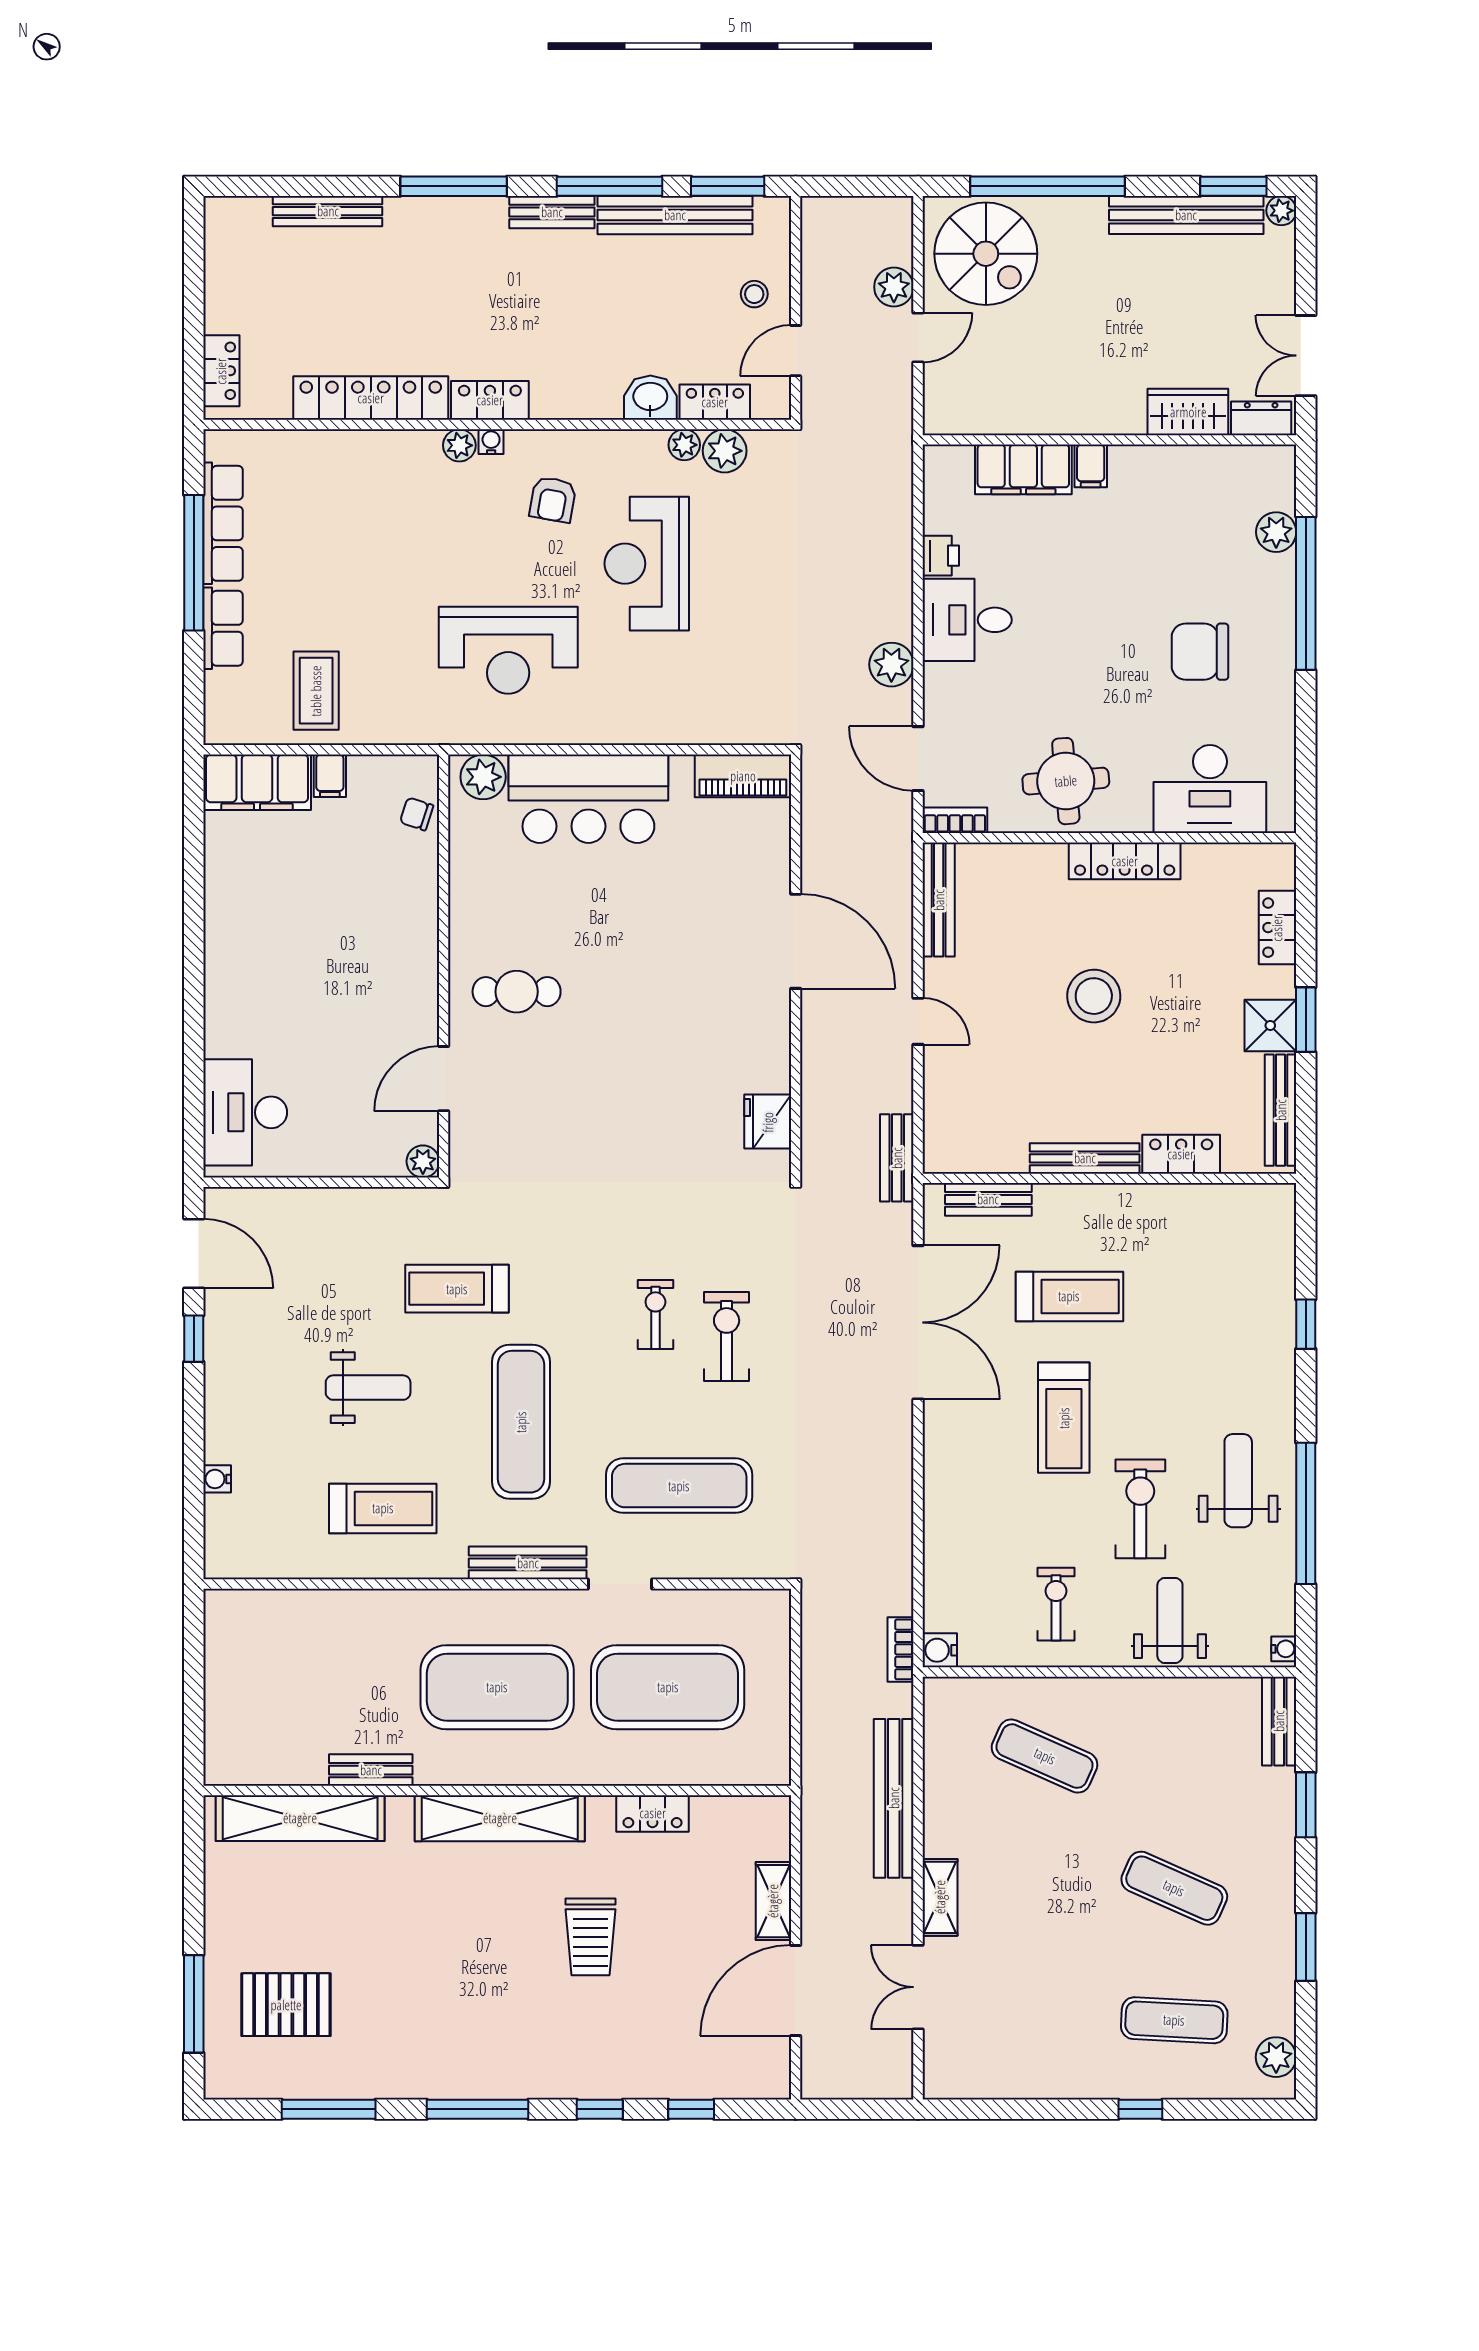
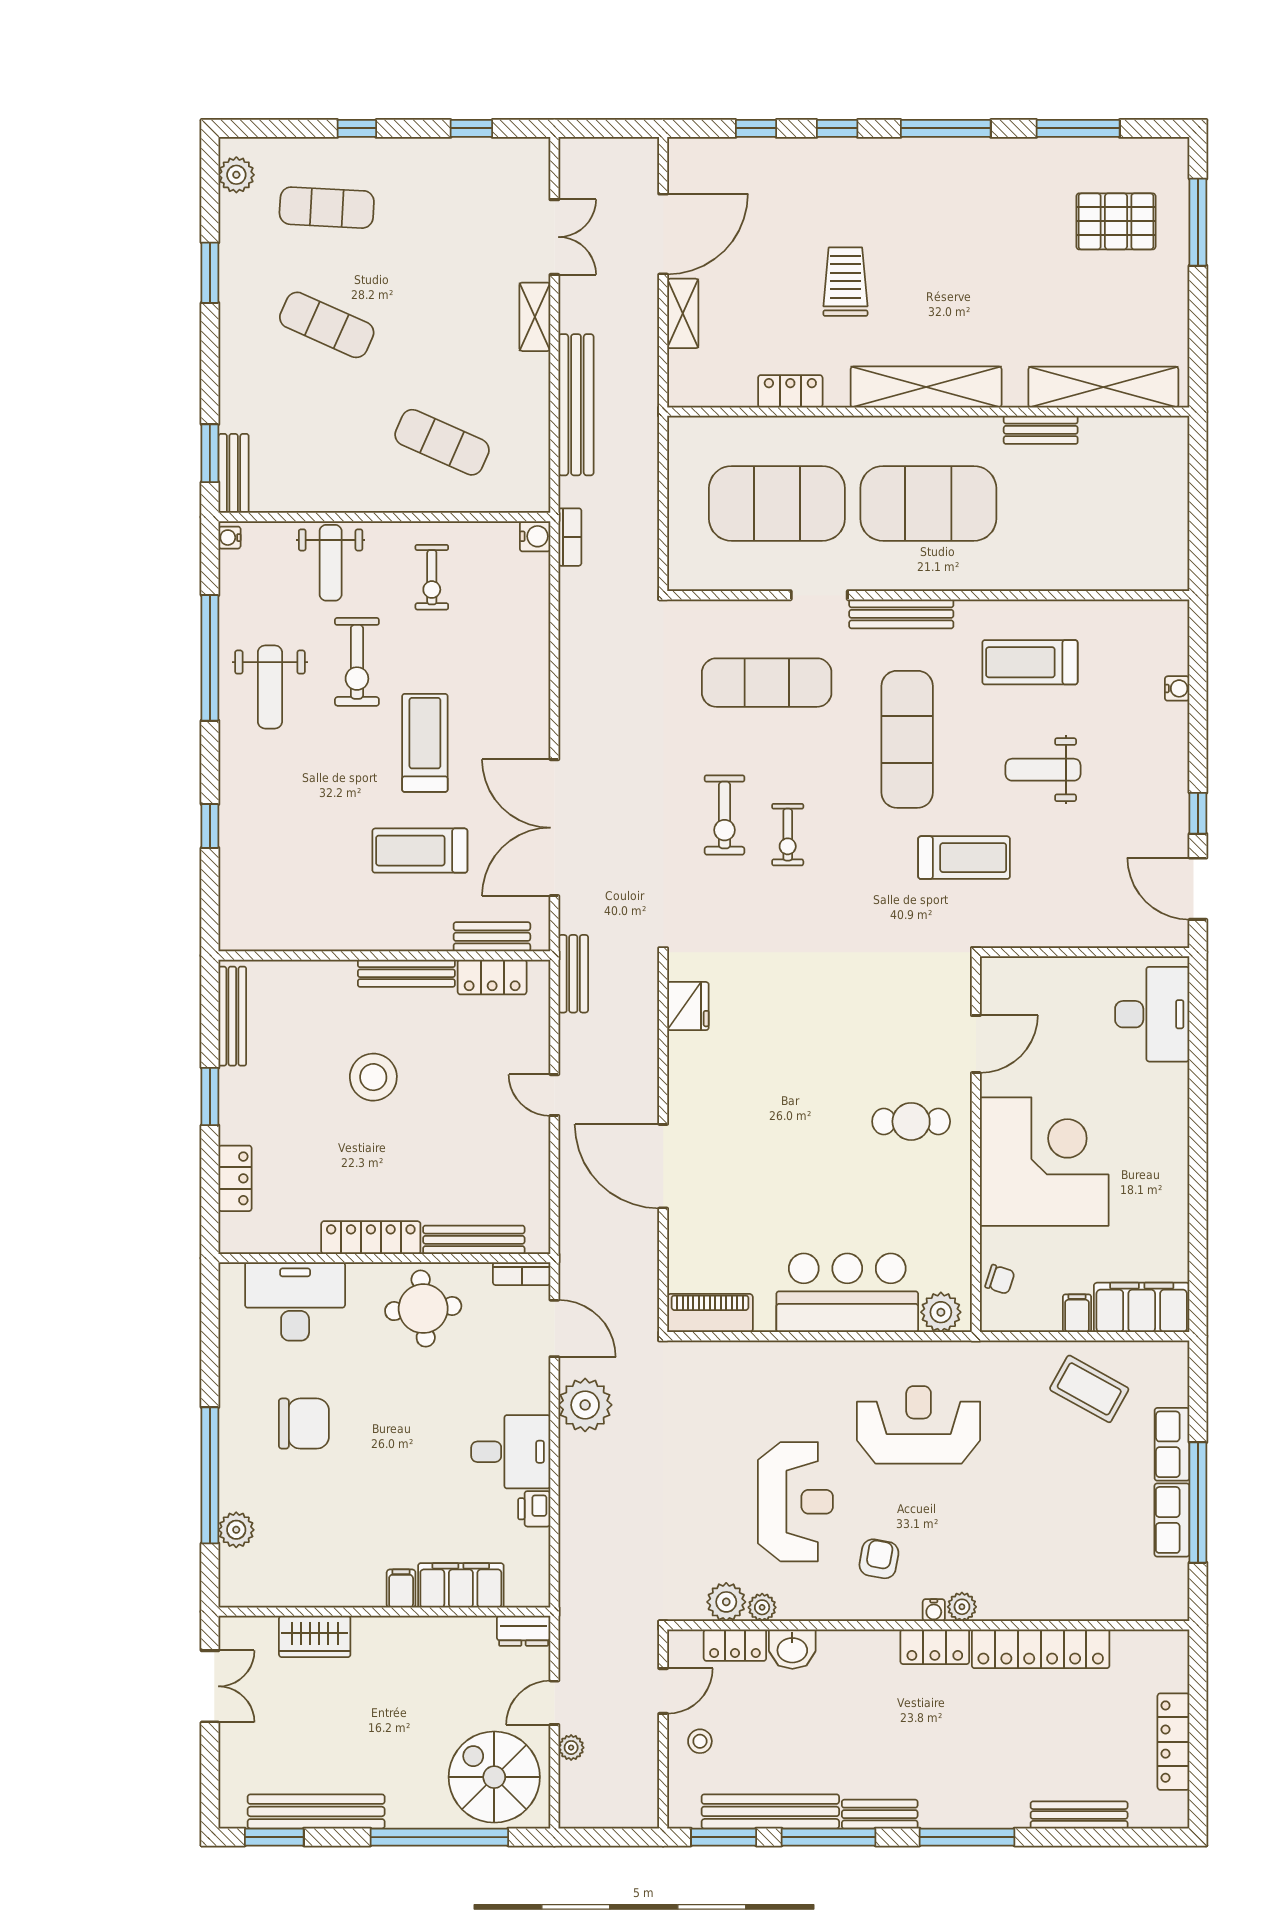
plant: (1281, 211) -> (232, 1815), removed
plant: (894, 287) -> (571, 1748), width x0.73, depth x0.73
locker: (221, 371) -> (1173, 1742), moved, width x1.53
dresser: (1261, 418) -> (524, 1631), moved
row of seats: (223, 523) -> (1172, 1520), width x0.68
plant: (891, 665) -> (585, 1405), width x1.36, depth x1.36
coffee table: (316, 691) -> (1089, 1389), turned -61
bench: (939, 900) -> (474, 1240), moved, turned 90
corner desk: (367, 946) -> (1044, 1162), added
stool: (1094, 996) -> (373, 1077), moved
shower: (1270, 1025) -> (241, 1091), removed
locker: (1181, 1154) -> (492, 977), moved
plant: (423, 1161) -> (994, 971), removed
window: (1306, 1805) -> (210, 453), moved
window: (1011, 2109) -> (471, 128), added

